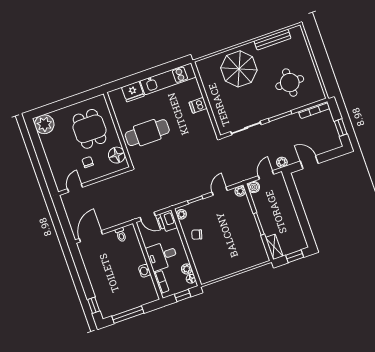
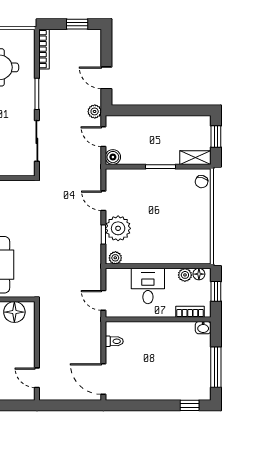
chair: (88, 162) -> (10, 351), removed
door: (309, 162) -> (106, 78), hinge flipped
plant: (240, 191) -> (118, 228), moved, width x1.87, depth x1.87
door: (148, 216) -> (103, 300), swing flipped
printer: (167, 221) -> (118, 278), removed
chair: (197, 235) -> (202, 182), moved
desk: (162, 256) -> (148, 286), moved, turned 180
washbasin: (145, 271) -> (203, 328), moved

